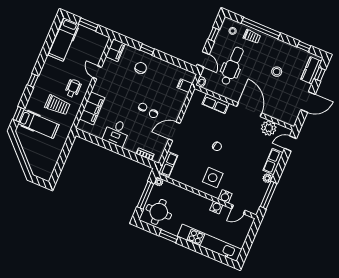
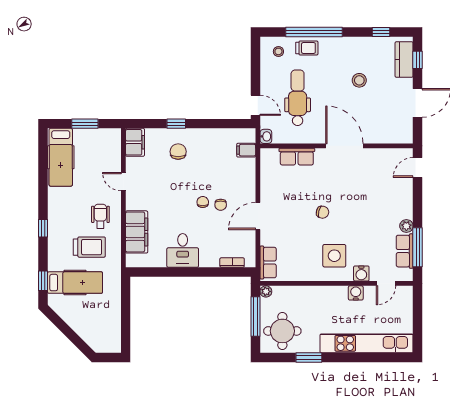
window: (214, 34) -> (256, 67), removed
plant: (269, 128) -> (380, 159), removed
row of seats: (273, 162) -> (405, 251), moved

